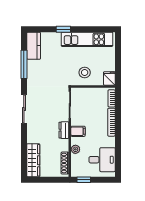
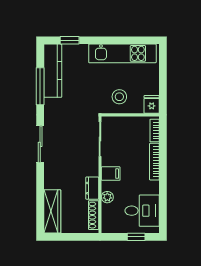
window: (63, 29) -> (70, 40), moved
kitchen counter: (34, 46) -> (53, 71), width x1.50
dresser: (64, 130) -> (92, 188), moved
window: (84, 180) -> (136, 237), moved

